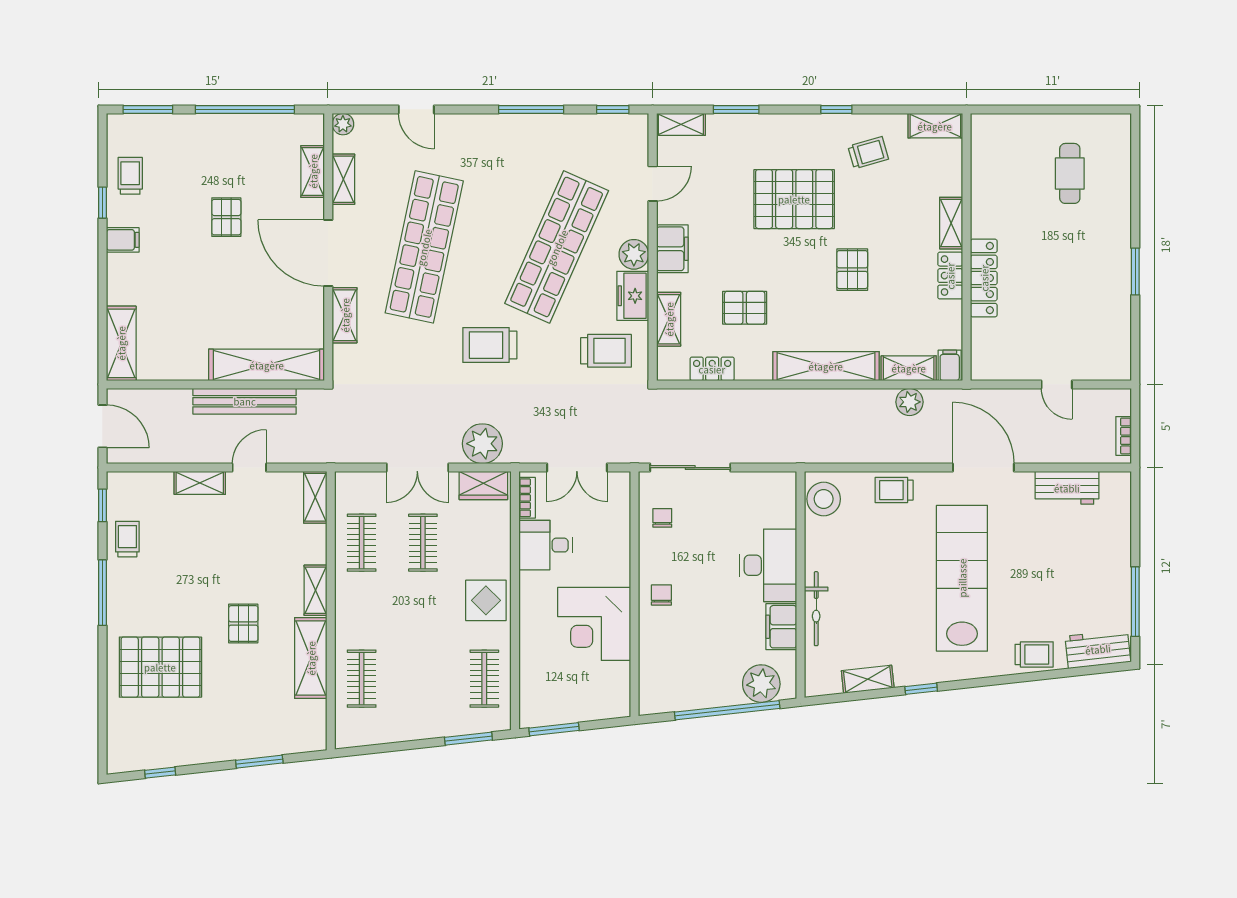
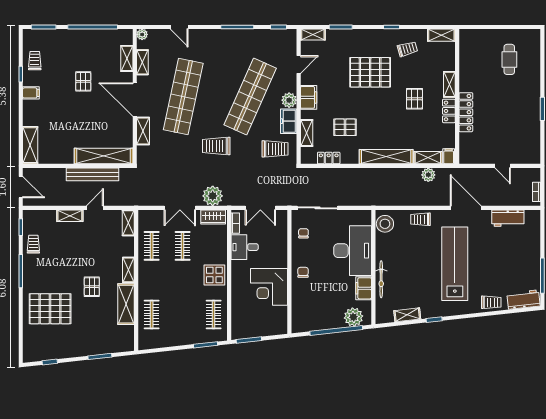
pallet: (852, 270) -> (414, 99), moved
desk: (768, 565) -> (353, 251), width x1.36, depth x1.30

